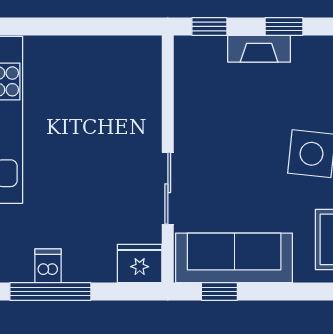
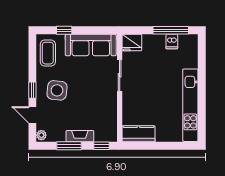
window: (284, 26) -> (69, 146), width x1.50
kitchen counter: (124, 54) -> (139, 134), added
window: (219, 292) -> (64, 30), moved

